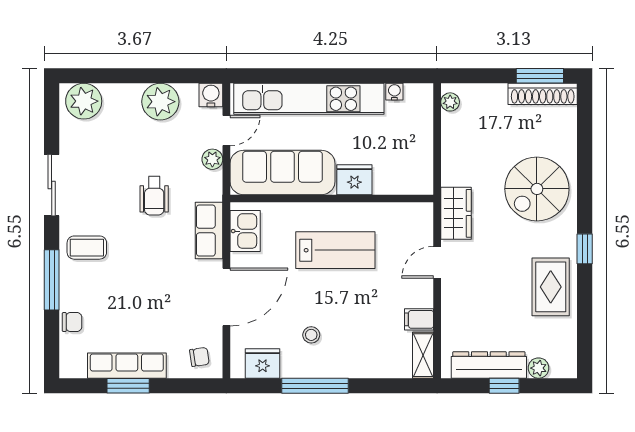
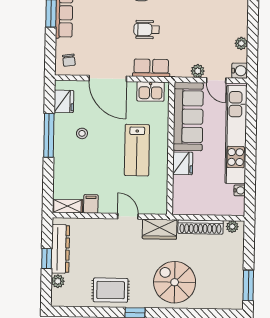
shoe rack: (543, 94) -> (200, 227), moved, turned -90
plant: (160, 102) -> (241, 43), width x0.53, depth x0.53
wheelchair: (154, 196) -> (147, 30), moved

